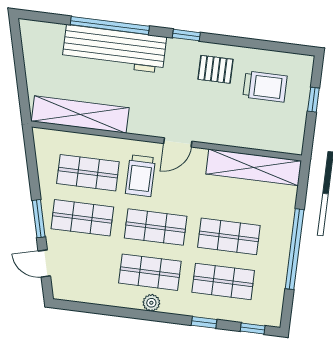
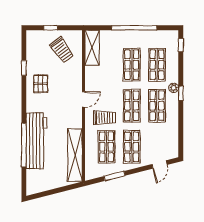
window: (186, 35) -> (24, 68), moved
trolley: (265, 87) -> (62, 50), moved, turned 144
door: (178, 142) -> (84, 99), hinge flipped
shelving: (254, 167) -> (92, 48), width x0.68
window: (39, 219) -> (114, 176), moved
plant: (151, 303) -> (174, 88), moved
window: (204, 322) -> (181, 93), moved

